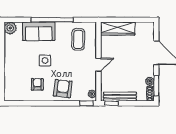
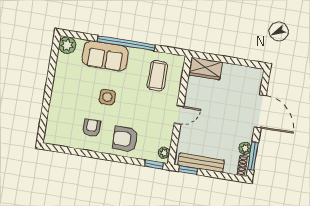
wardrobe: (118, 29) -> (205, 68), width x0.67
armchair: (63, 89) -> (125, 139), turned -97

